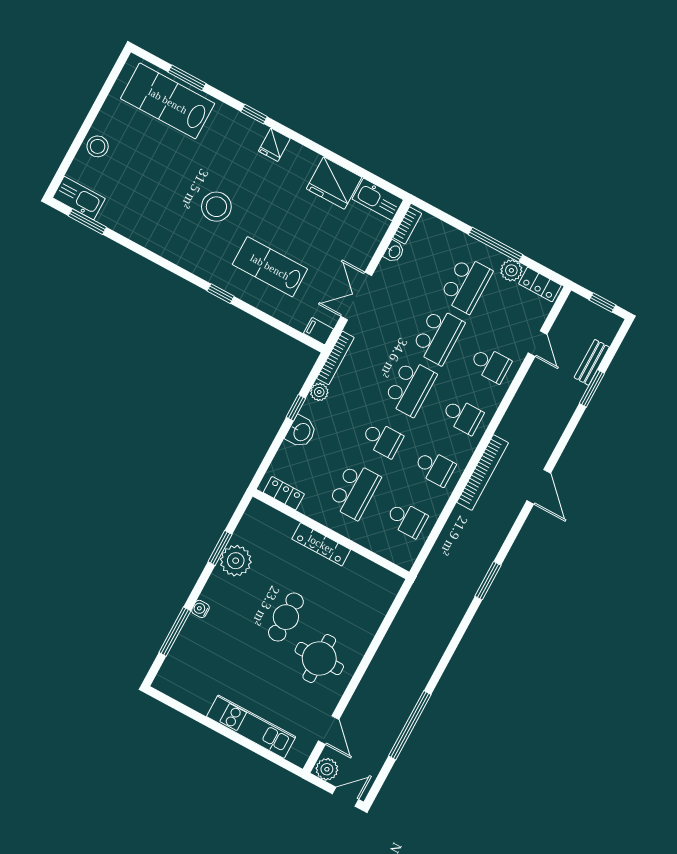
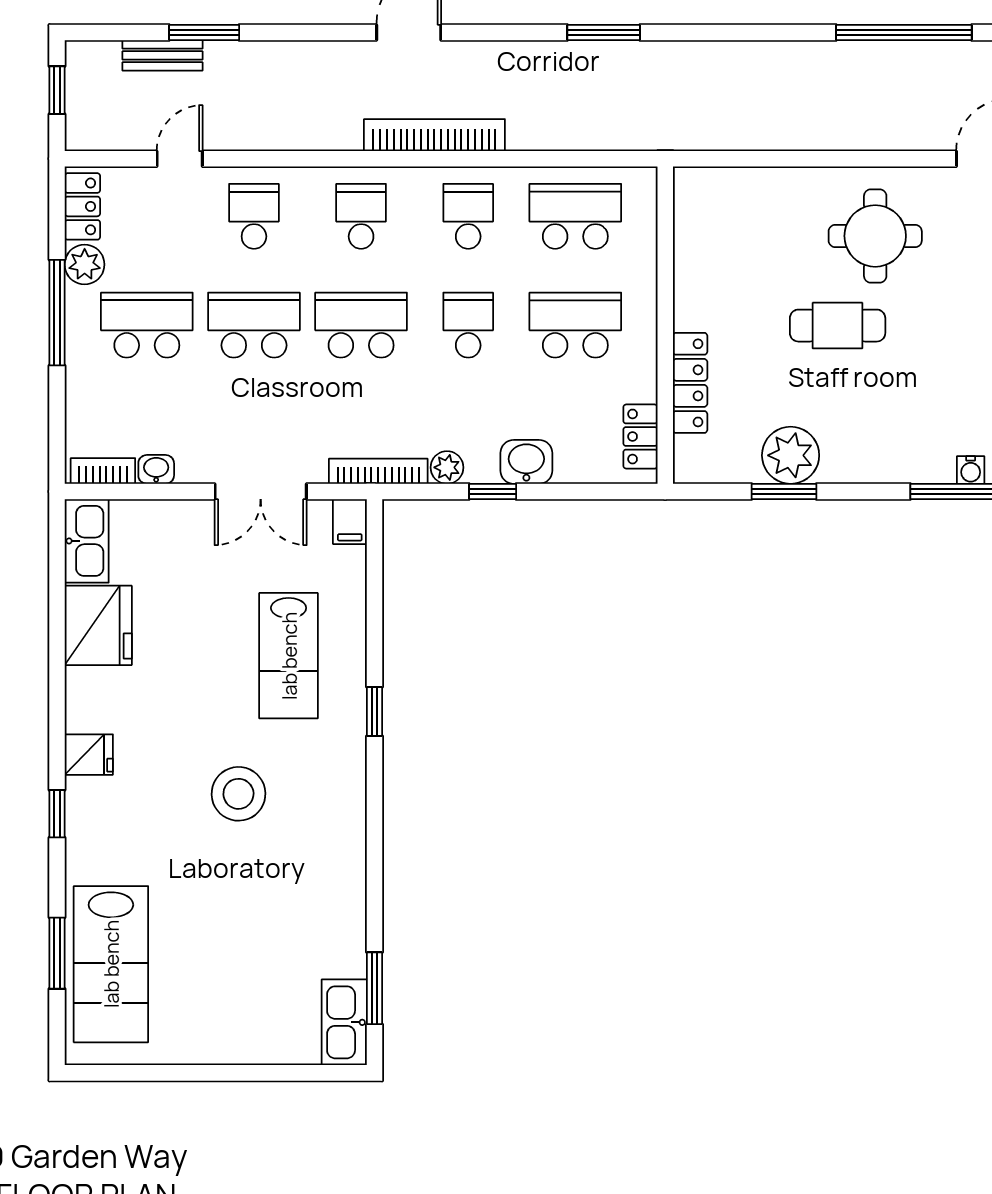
stool: (98, 146) -> (245, 1037), removed
school desk: (407, 519) -> (575, 216), width x1.85
locker: (321, 544) -> (690, 383), moved
water cooler: (200, 609) -> (971, 470), moved

